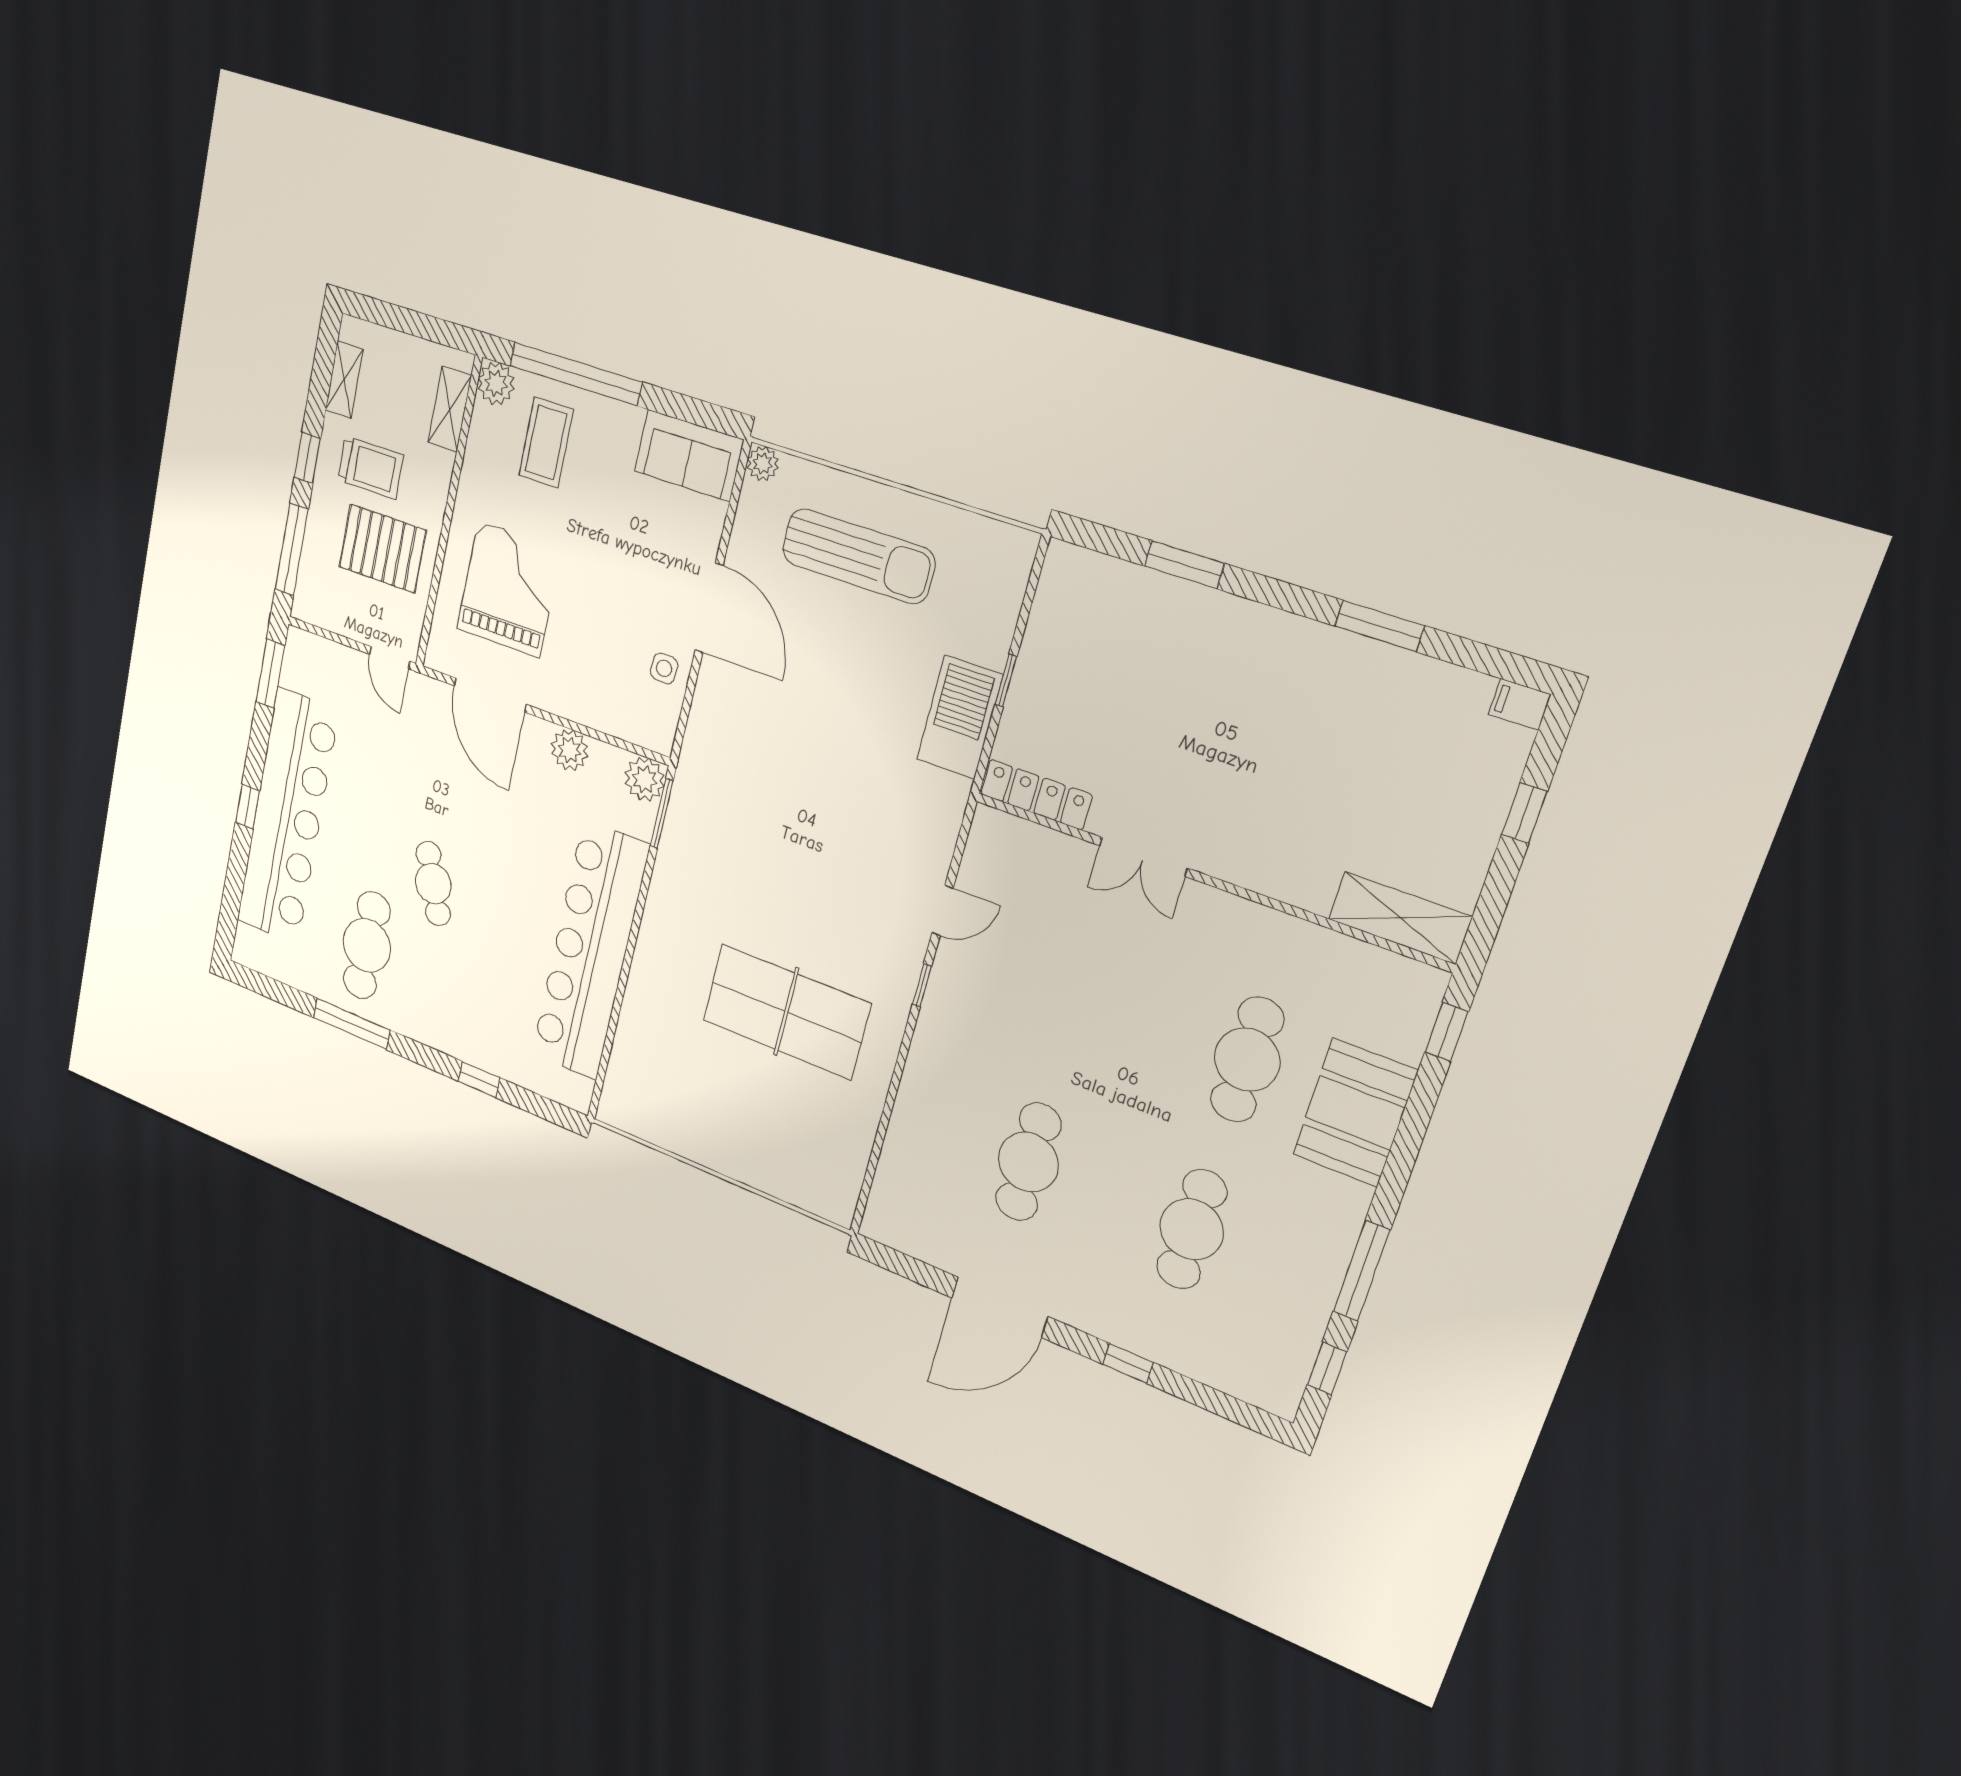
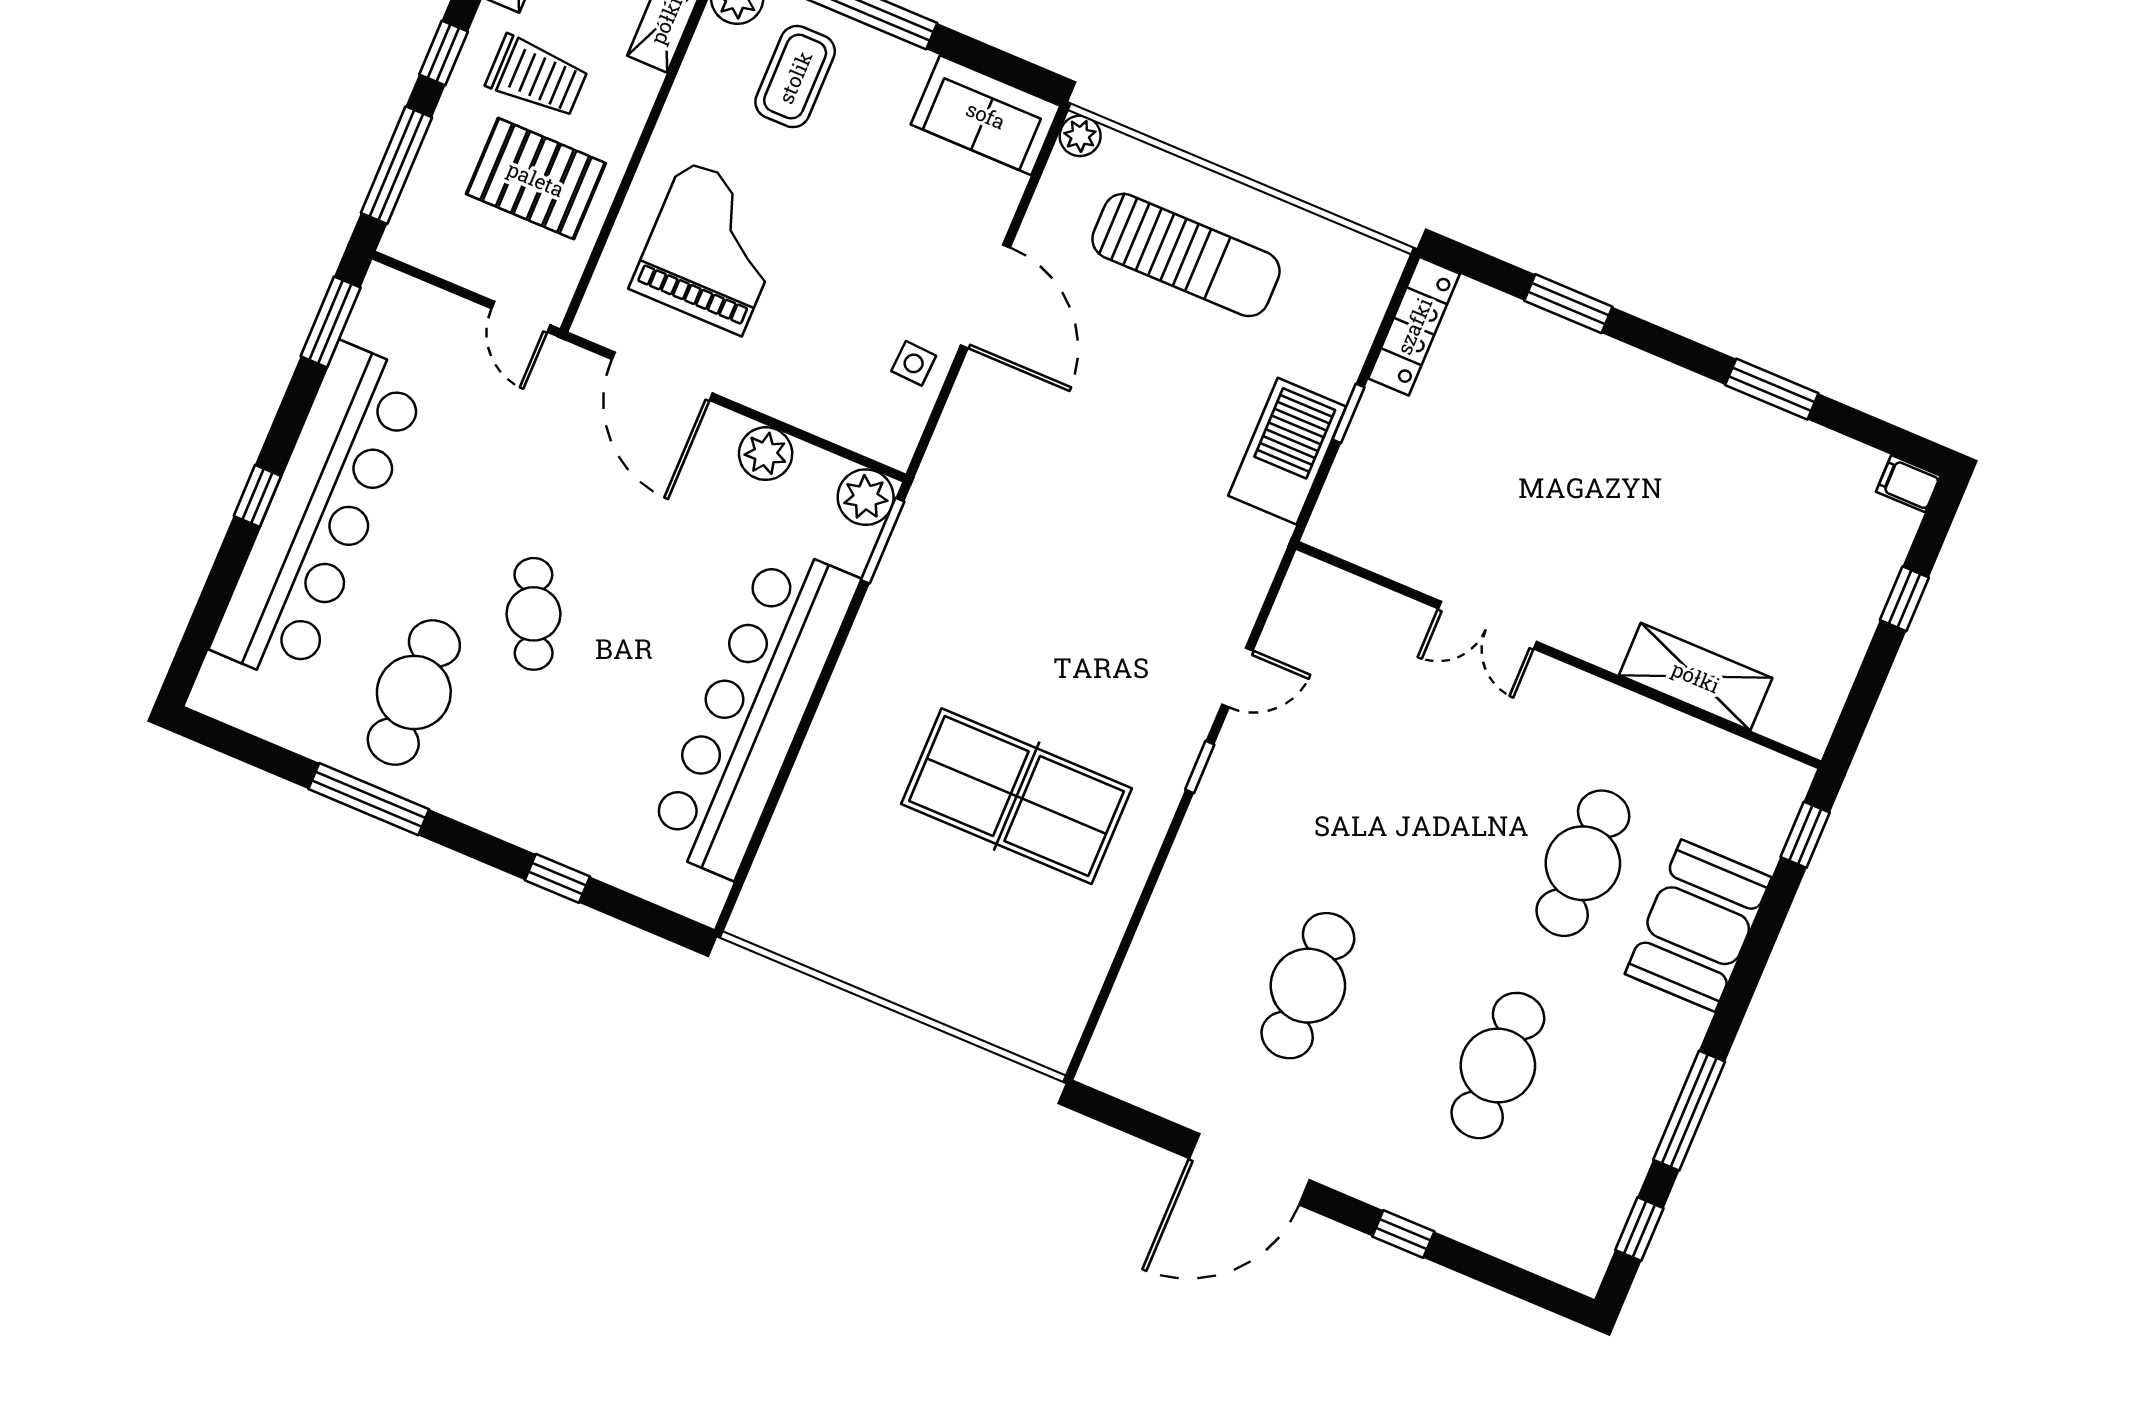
locker: (1036, 795) -> (1414, 326), moved, turned 90
shelving: (1400, 918) -> (1696, 677), moved

